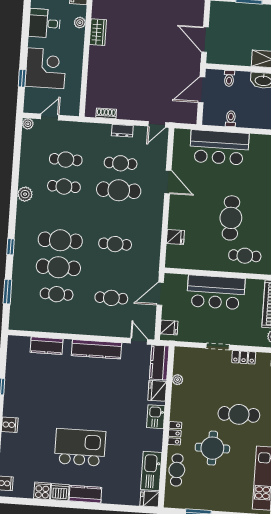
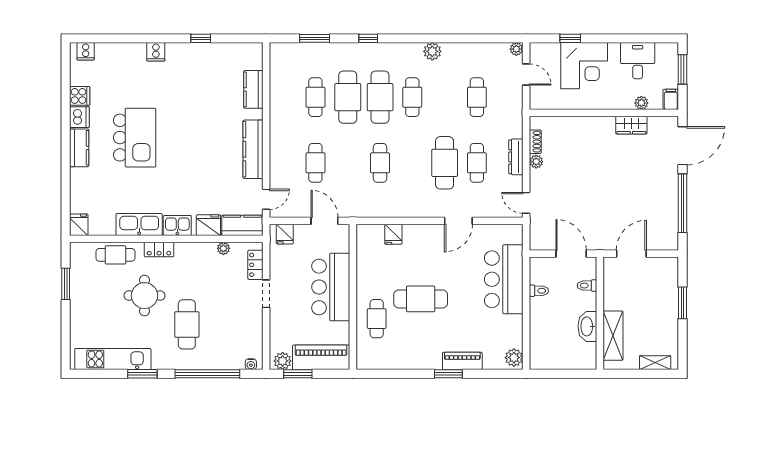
plant: (123, 114) -> (536, 162), added
dresser: (122, 131) -> (516, 157), width x1.44
cafe table: (64, 186) -> (412, 97), moved
locker: (244, 357) -> (255, 265), moved
kitchen sink: (151, 471) -> (139, 224), moved

